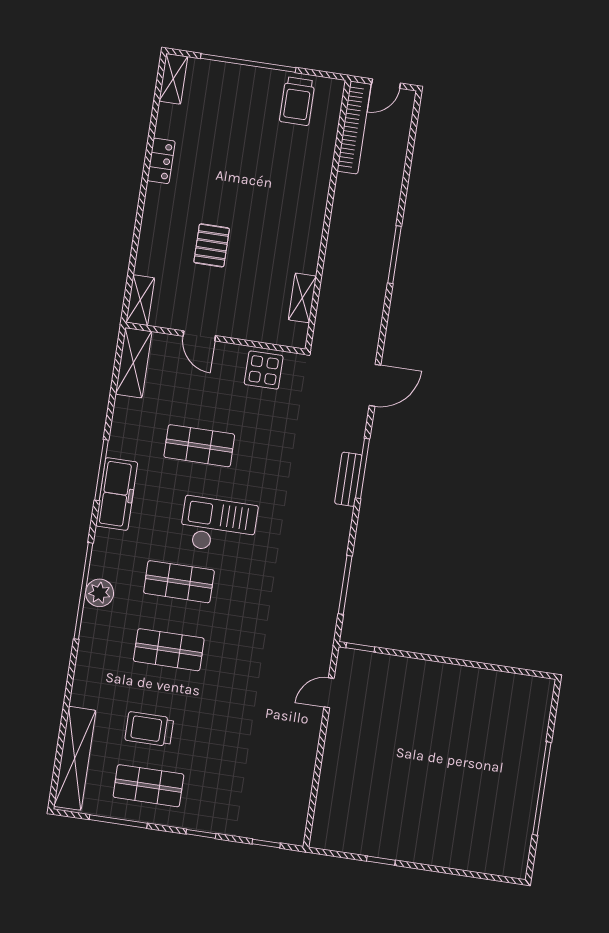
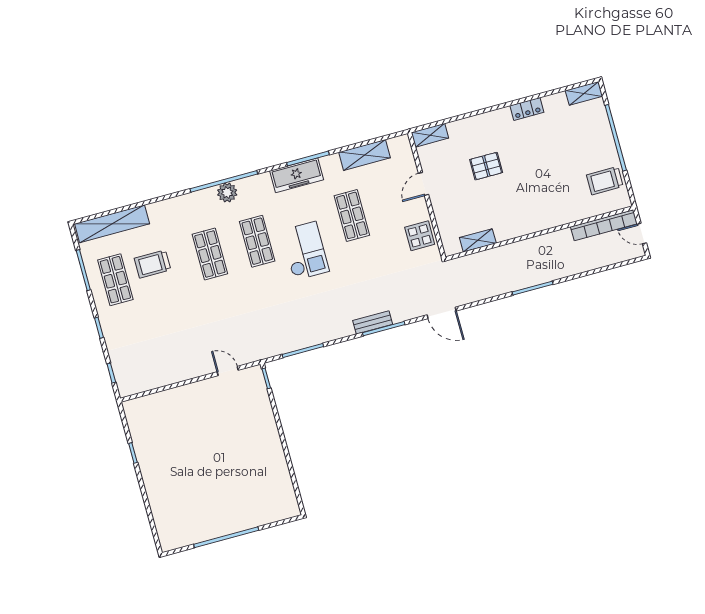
shelving: (134, 363) -> (364, 155), moved
trolley: (149, 729) -> (153, 264), turned -90

